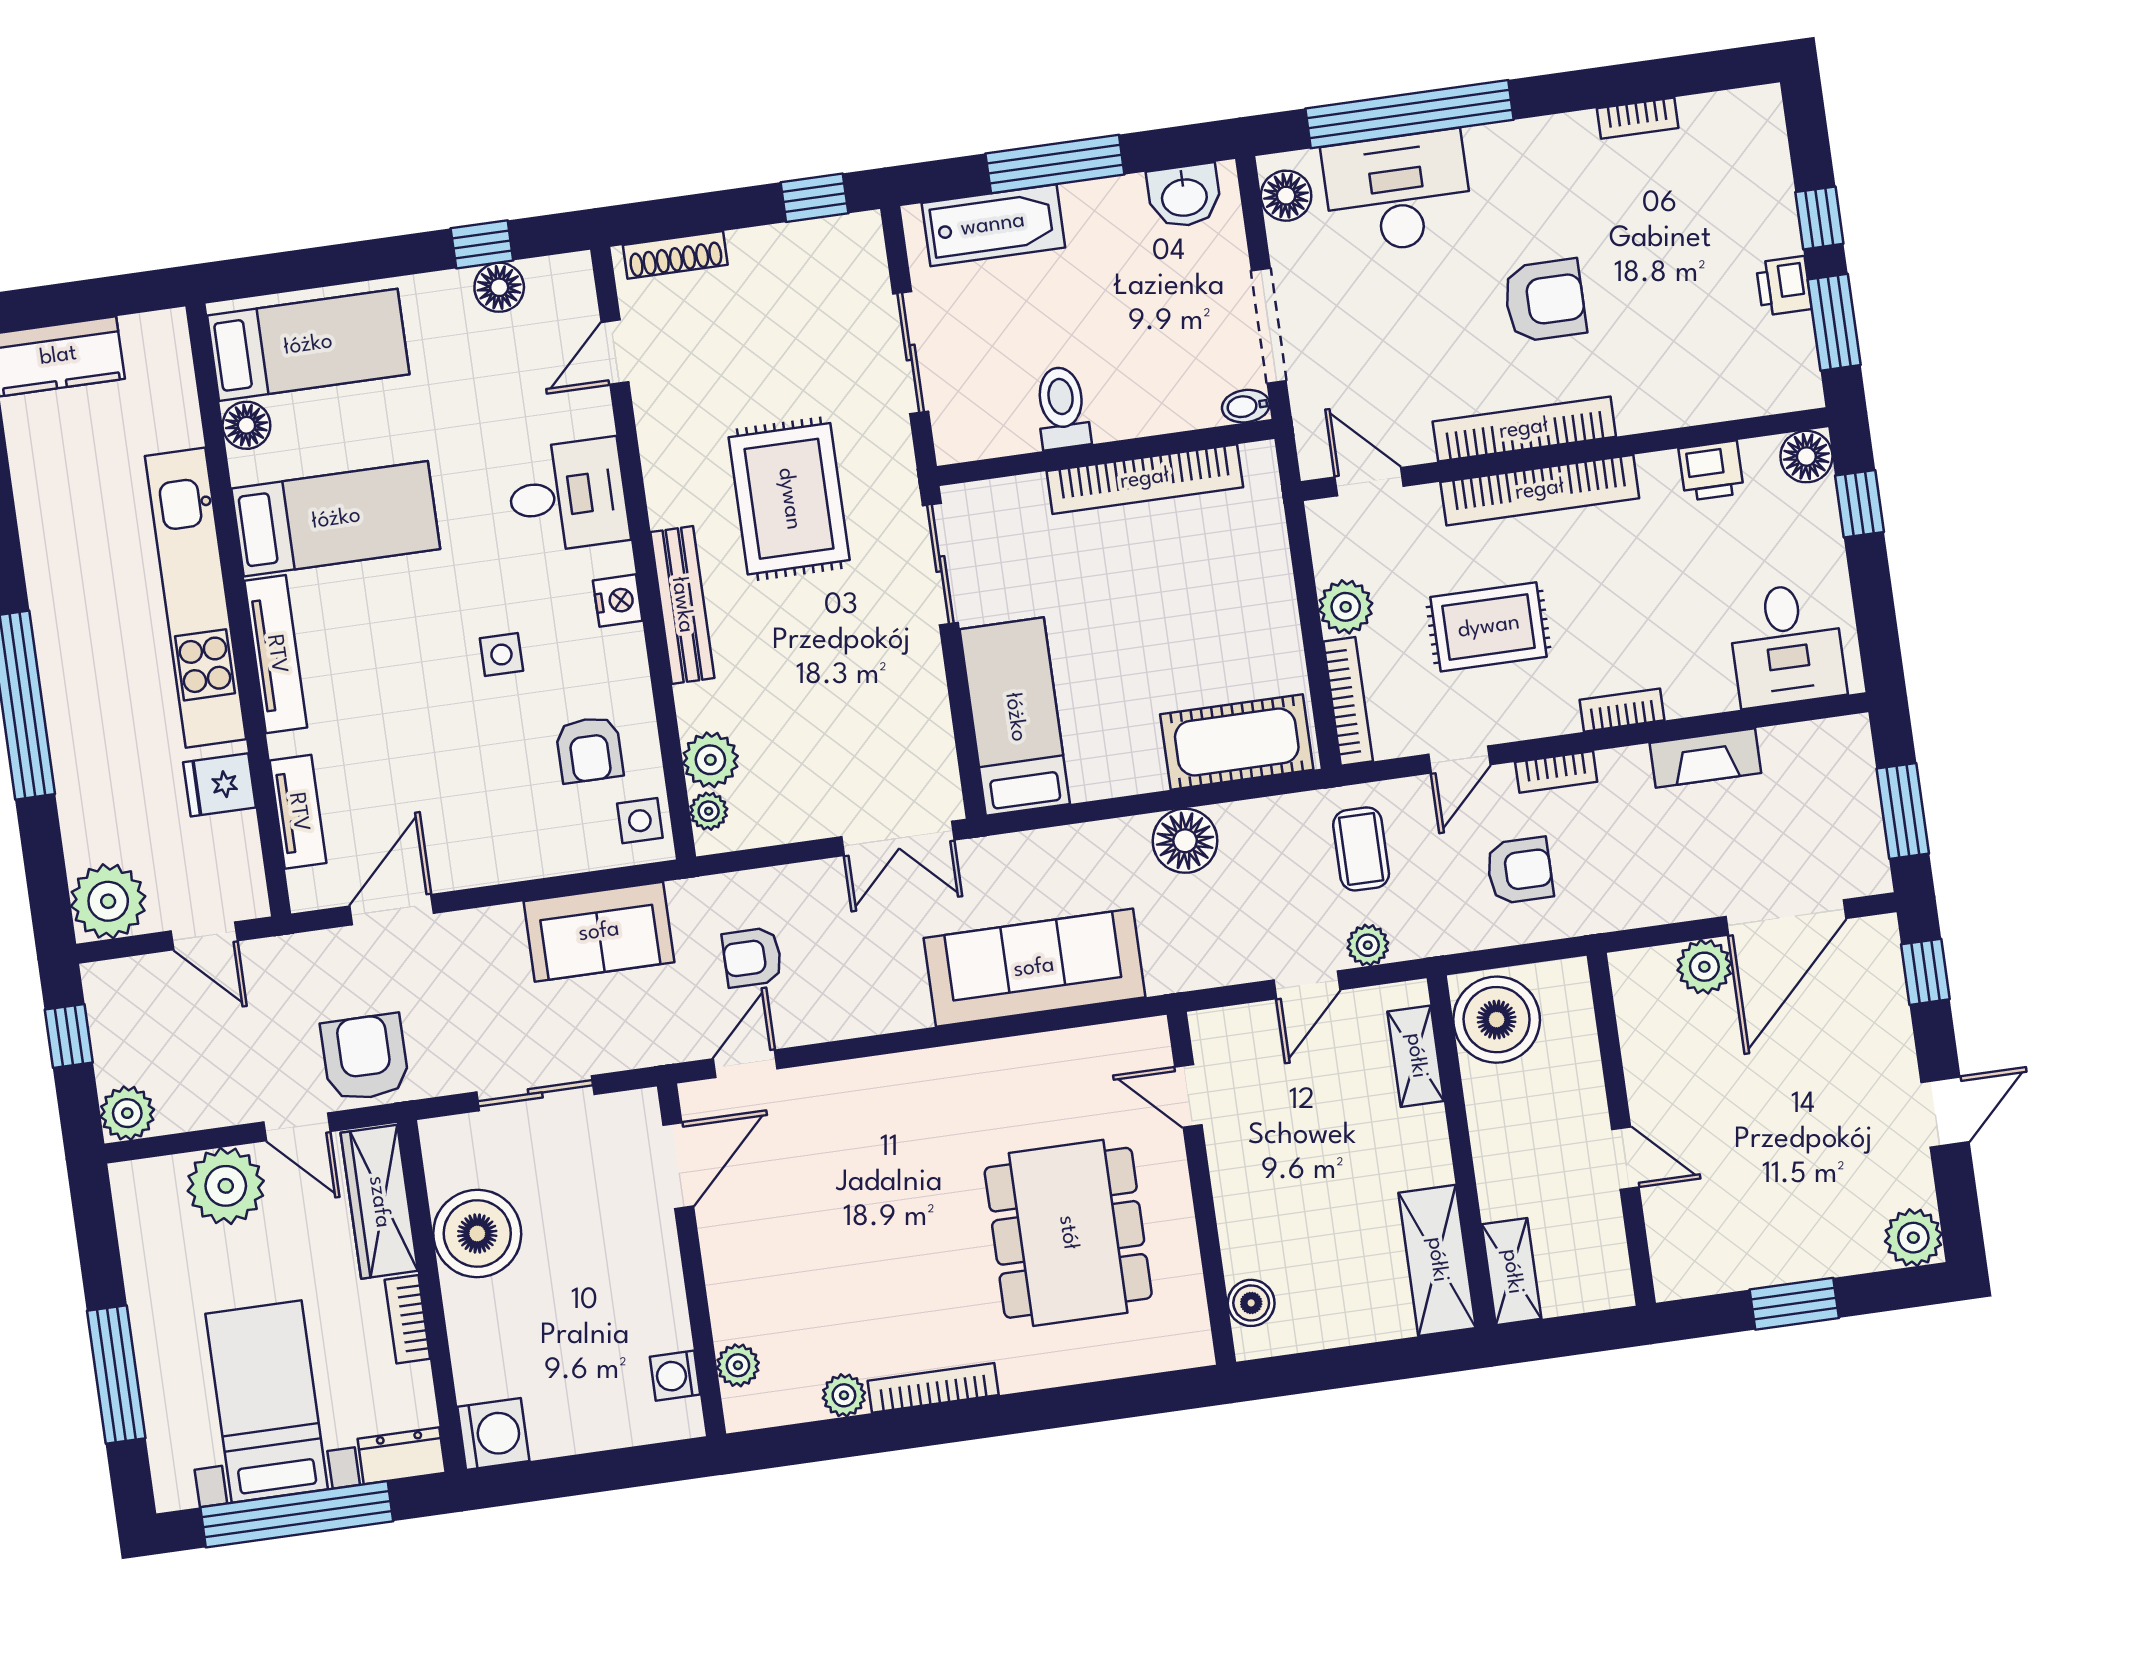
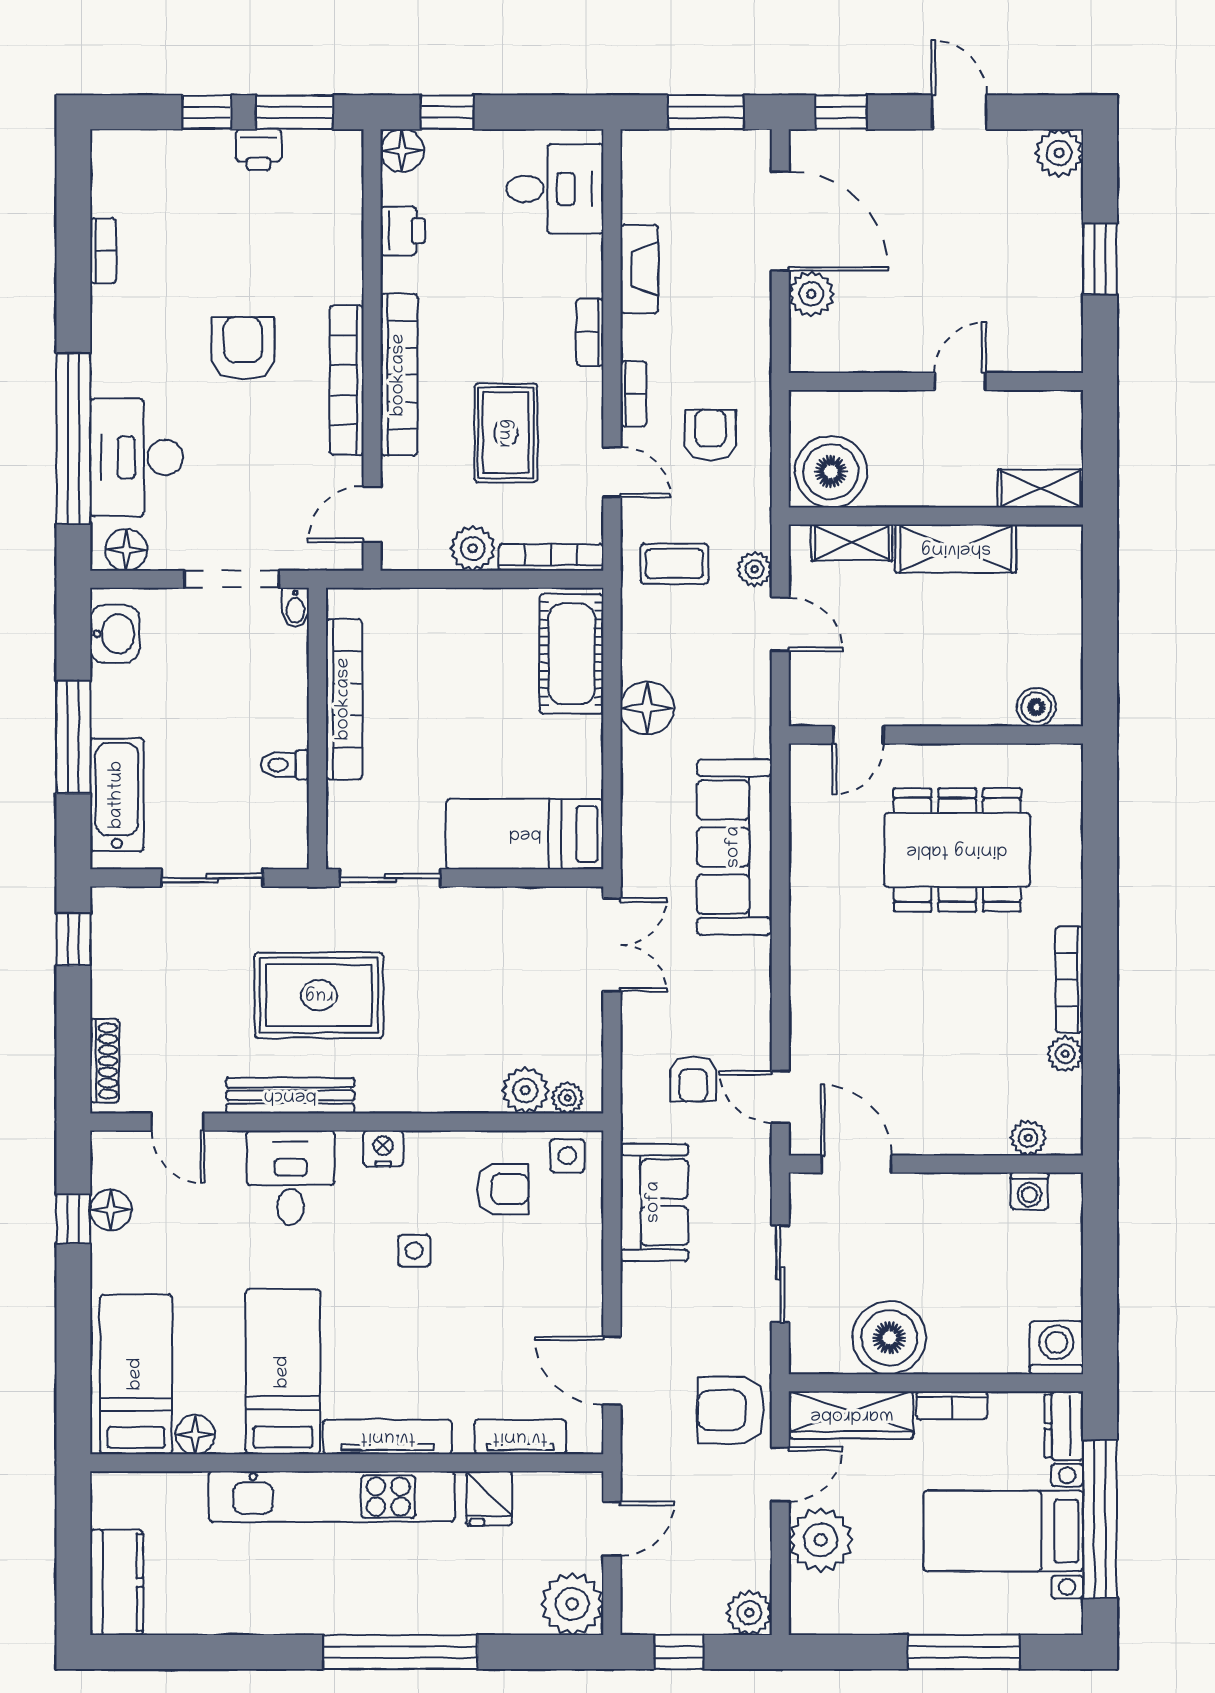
toilet: (1062, 408) -> (285, 765), width x0.73, depth x0.72
bench: (682, 605) -> (290, 1096), moved
shelving: (1437, 1260) -> (956, 549), moved

